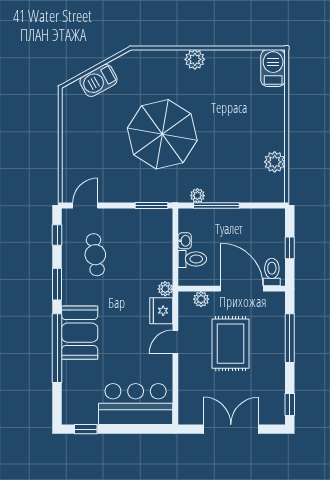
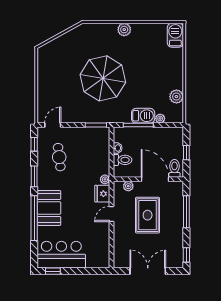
barbecue: (98, 80) -> (143, 116), moved, turned -151
plant: (197, 196) -> (160, 118), moved
bar counter: (136, 404) -> (61, 255), moved

